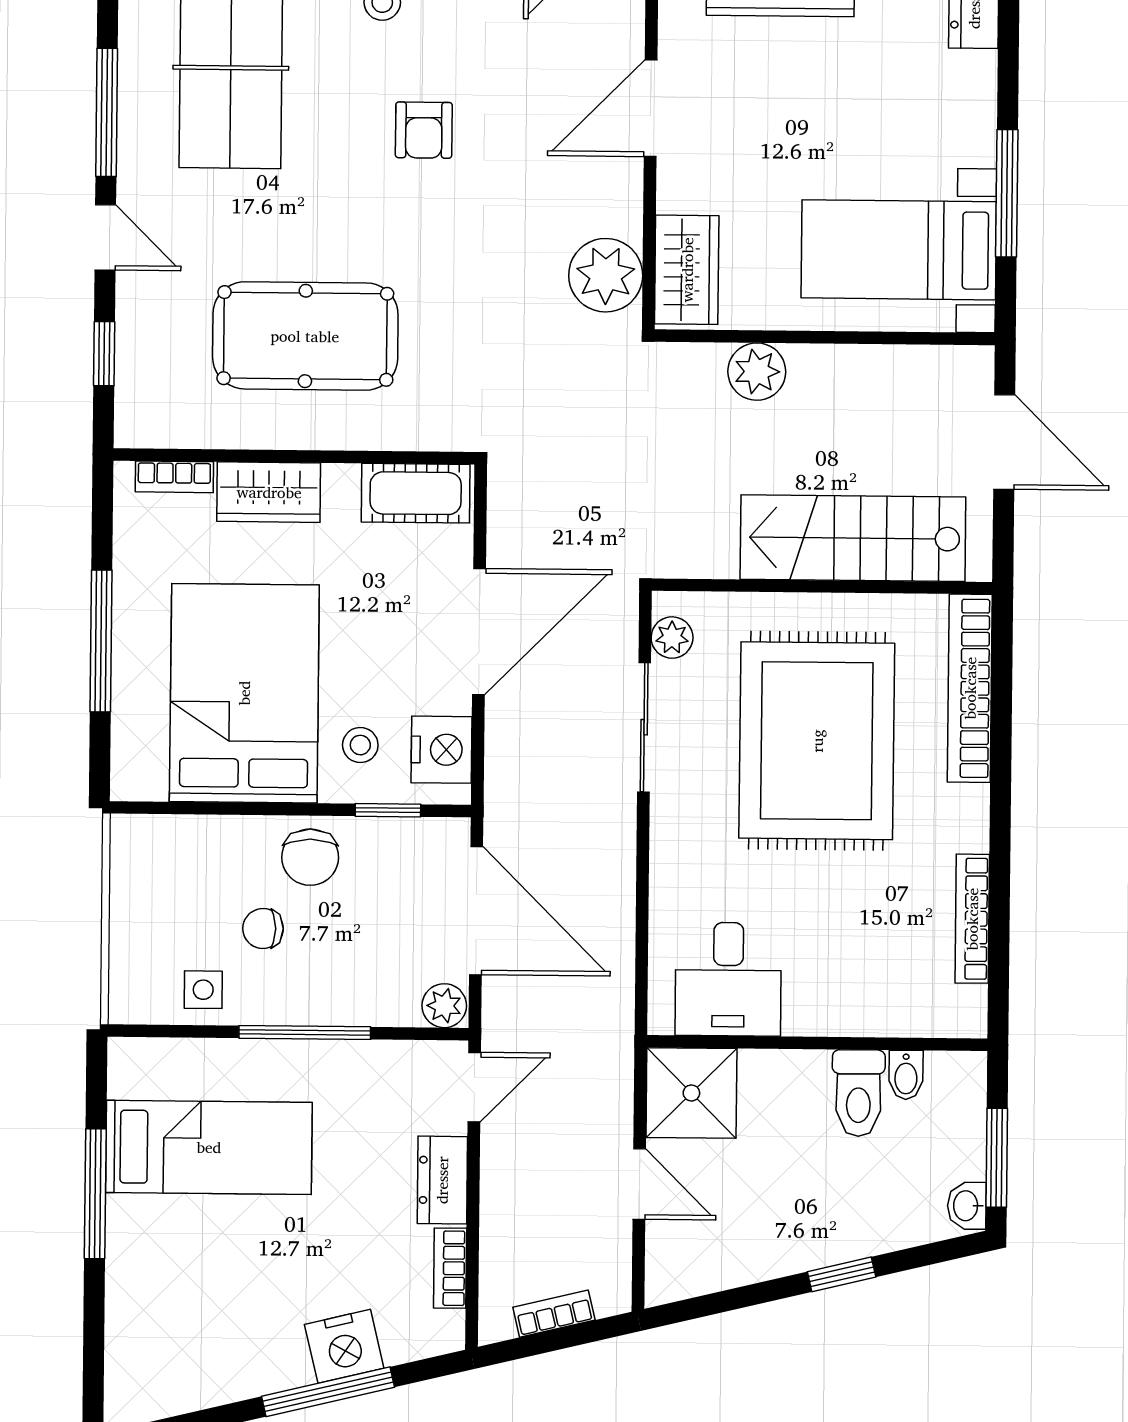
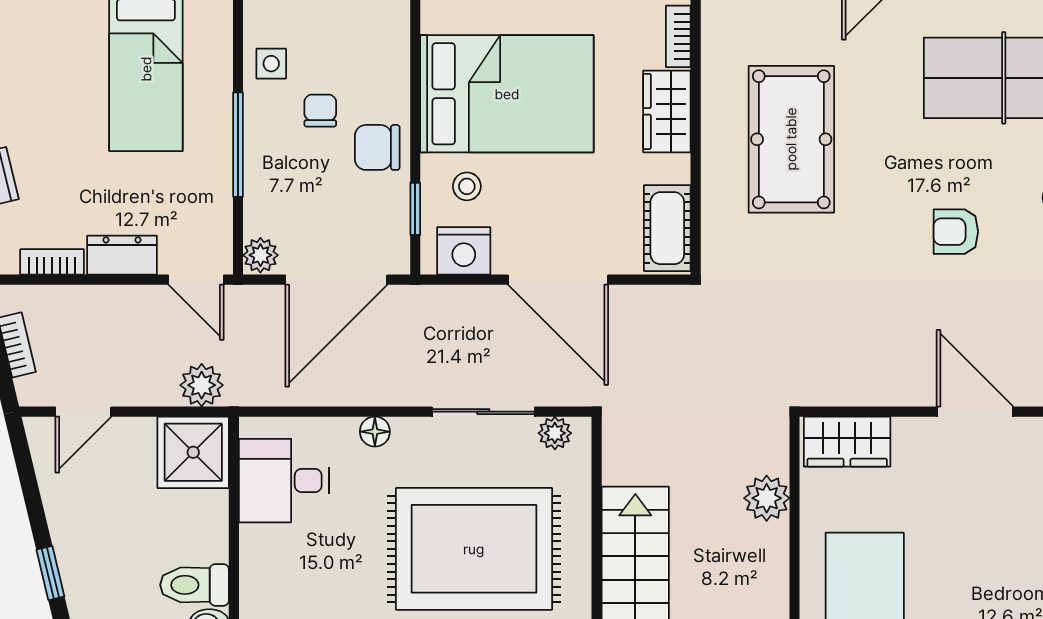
plant: (606, 275) -> (202, 385), moved, width x0.73, depth x0.73
floor lamp: (668, 864) -> (375, 432), added
door: (639, 1184) -> (83, 412), moved

